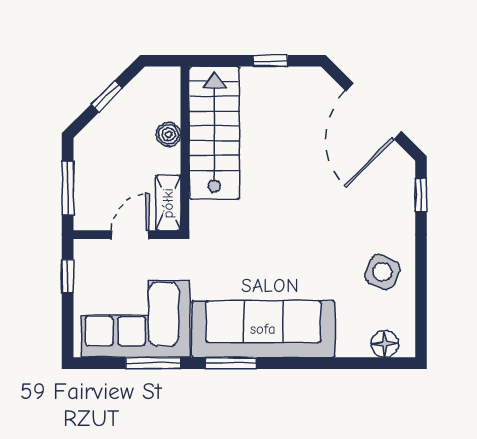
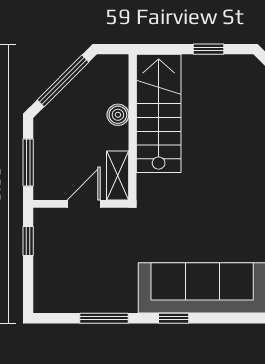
window: (107, 96) -> (63, 81), width x2.17
corner sofa: (135, 319) -> (88, 279), removed
window: (231, 363) -> (174, 318), width x0.67

